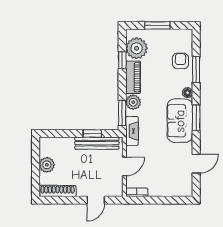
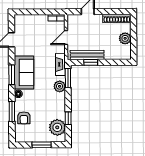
piano: (133, 77) -> (60, 105), removed

